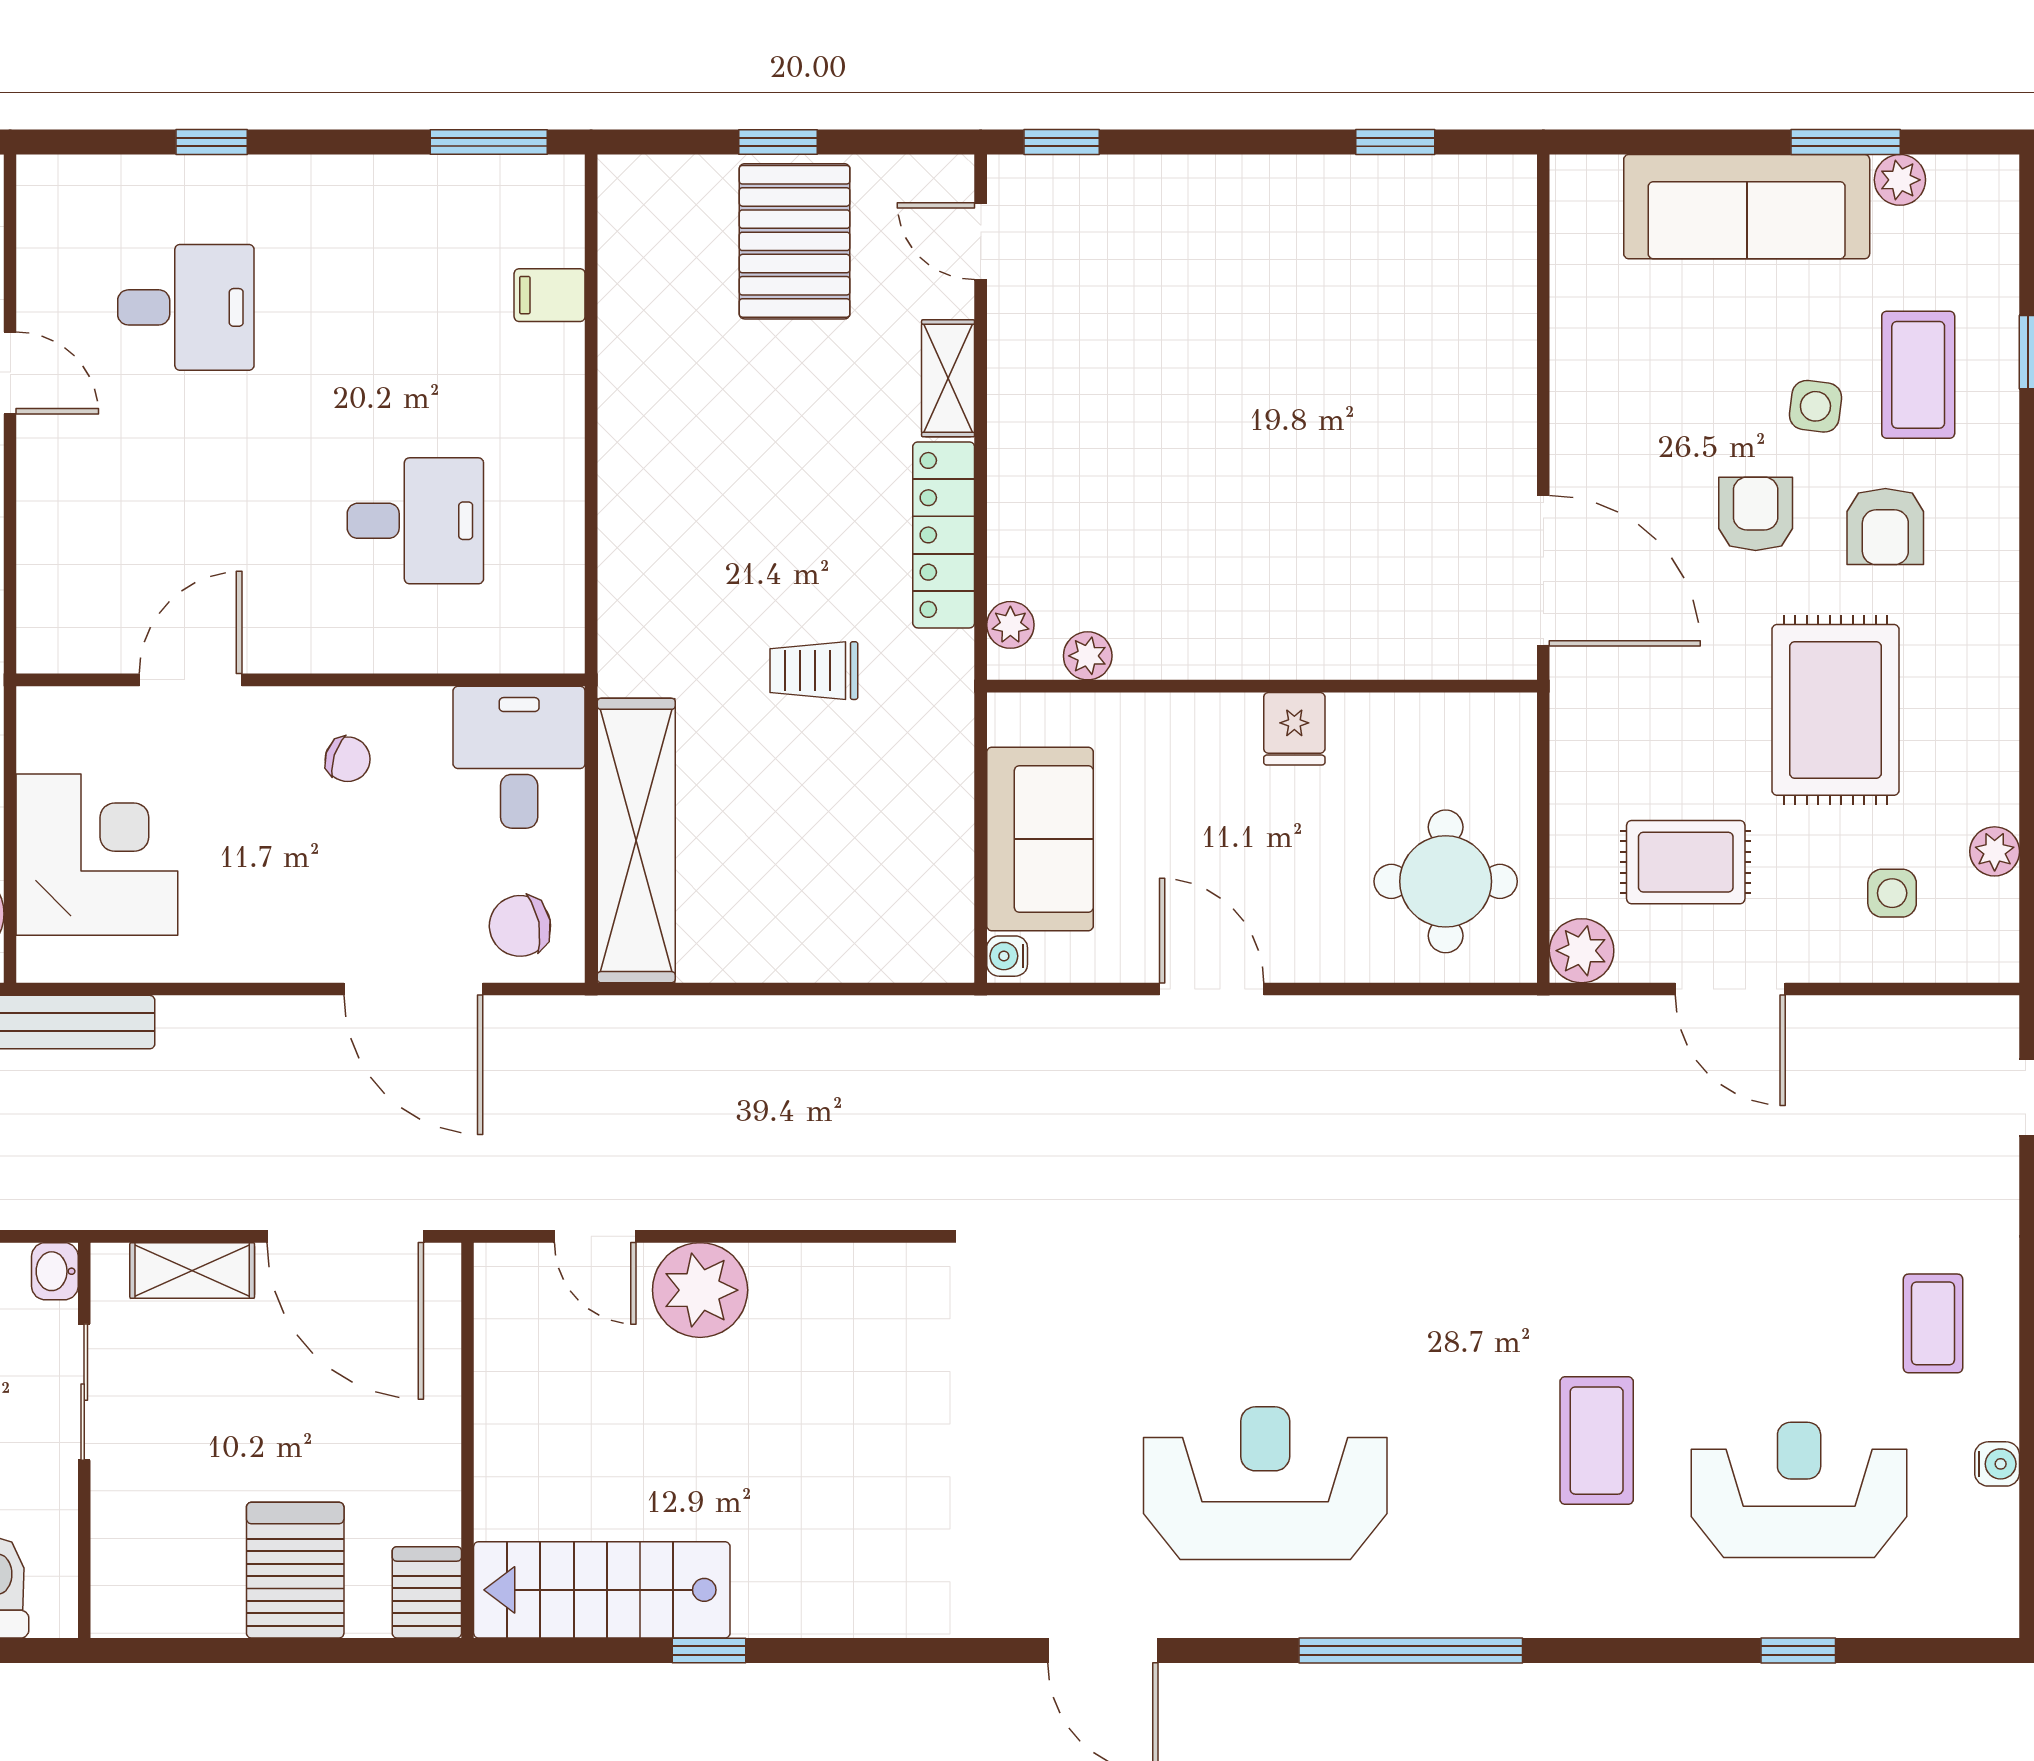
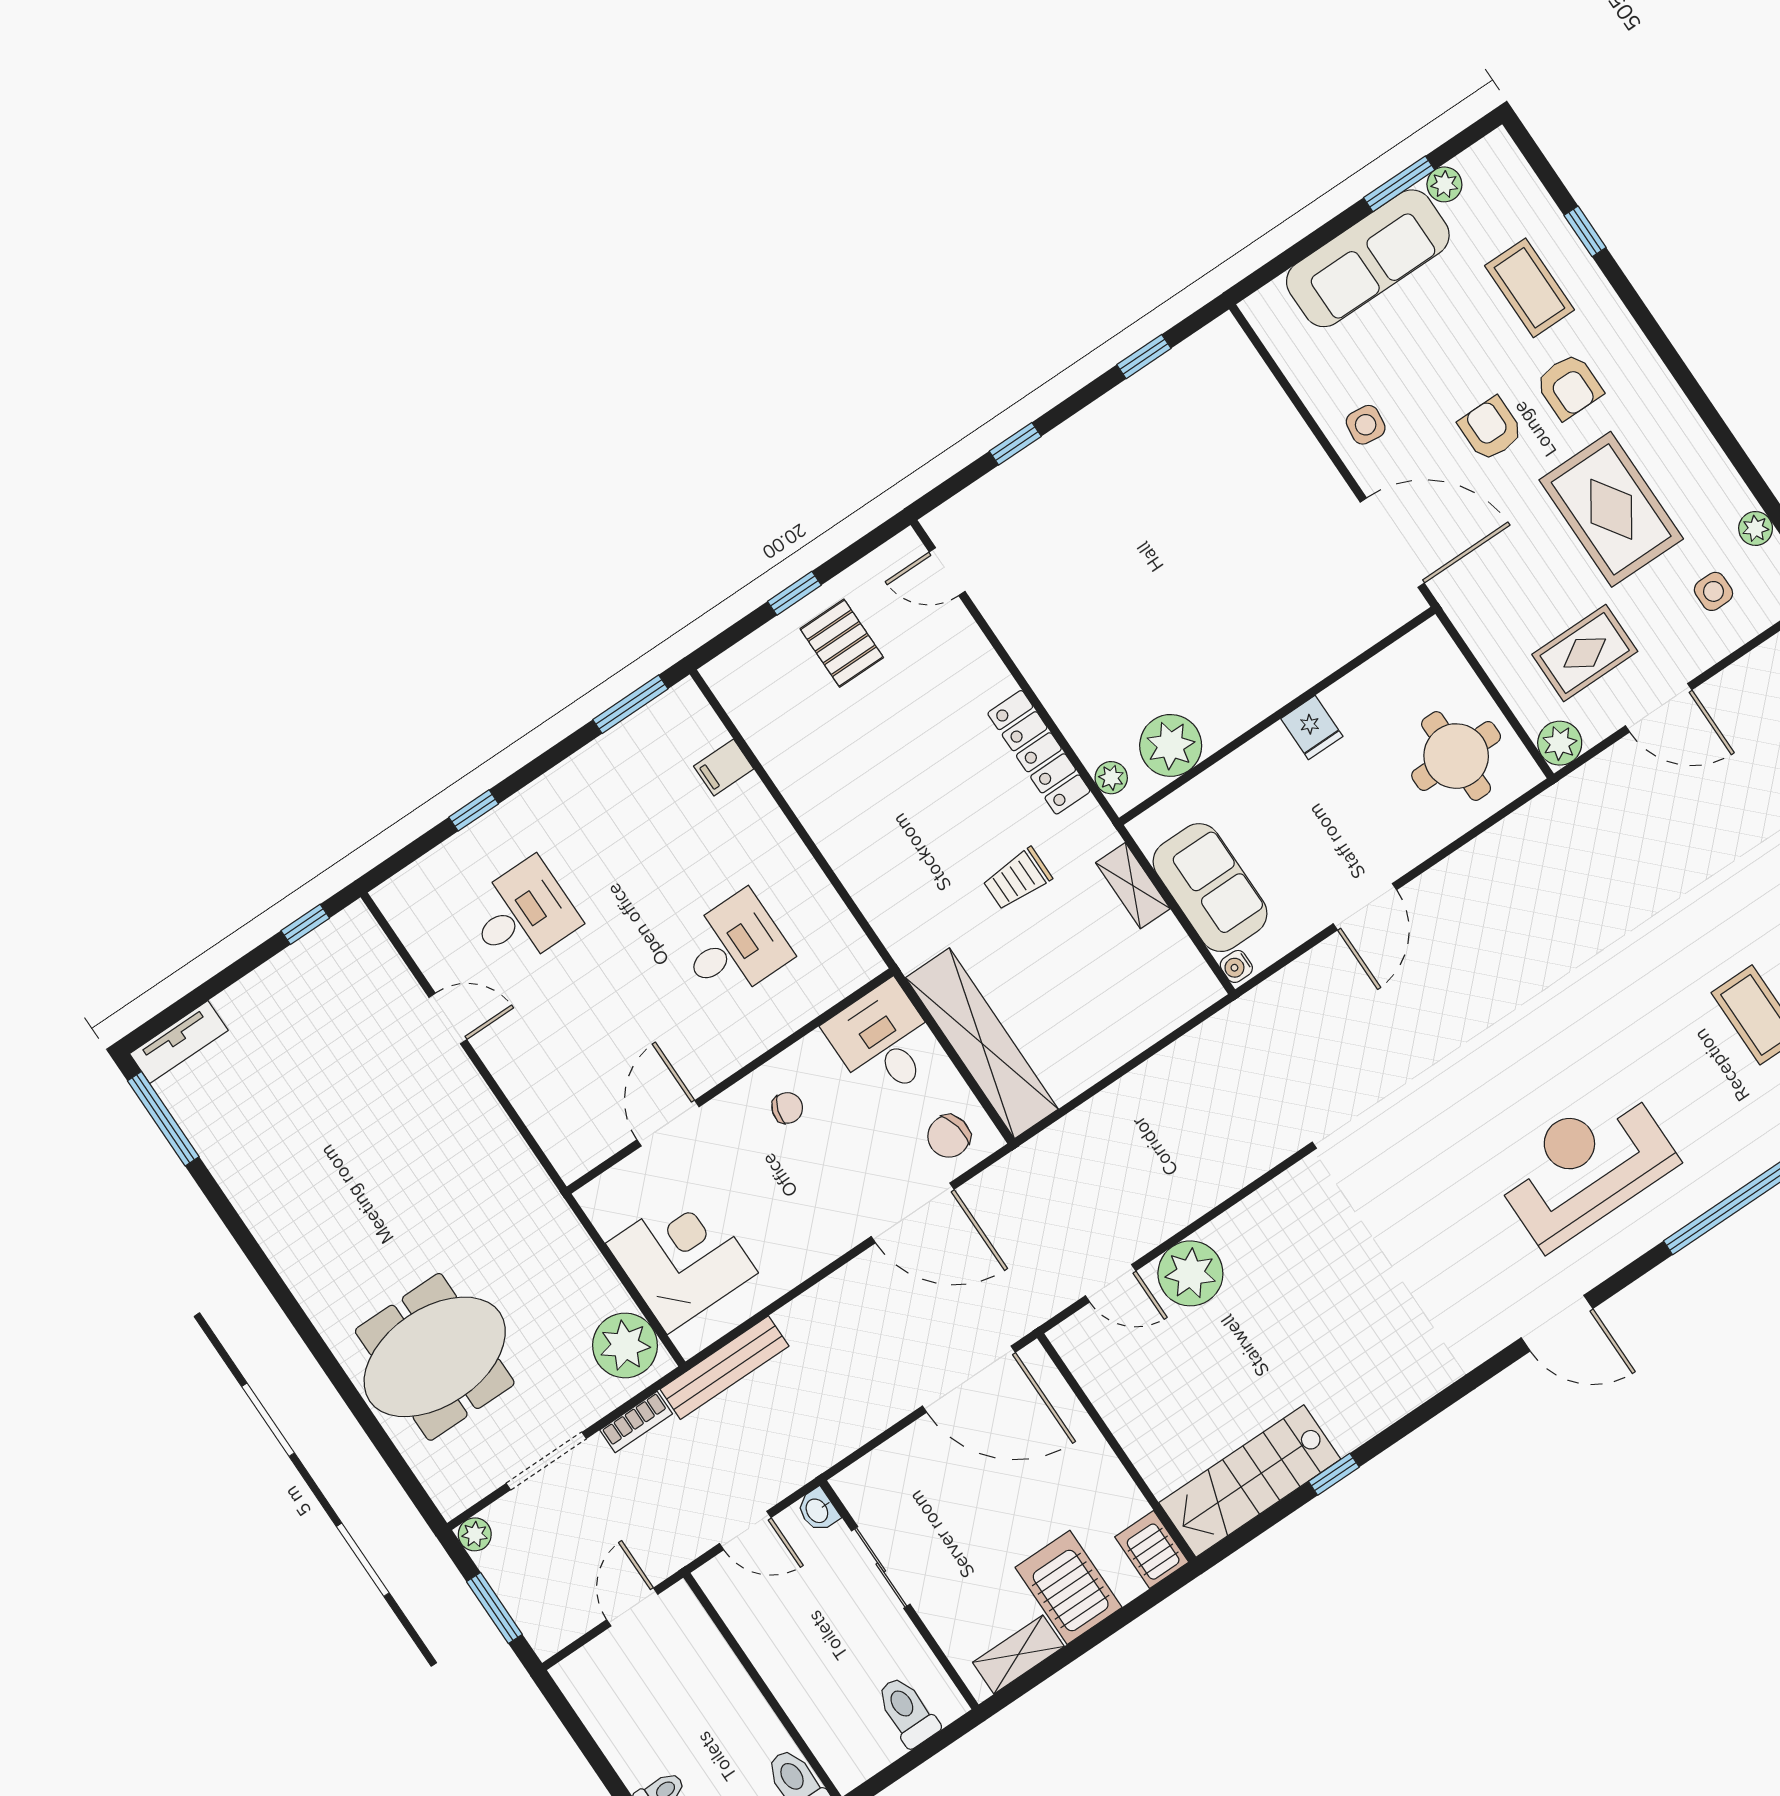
window: (1062, 142) -> (1015, 444), moved
pallet: (795, 241) -> (842, 643), width x0.67, depth x0.71
shelving: (948, 378) -> (1133, 886), moved
side table: (1815, 406) -> (1366, 425), moved
plant: (1088, 656) -> (1171, 745), width x1.88, depth x1.88
door: (1212, 989) -> (1365, 907), swing flipped
shelving: (192, 1271) -> (1018, 1654), moved

